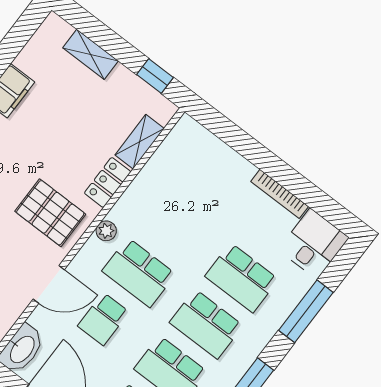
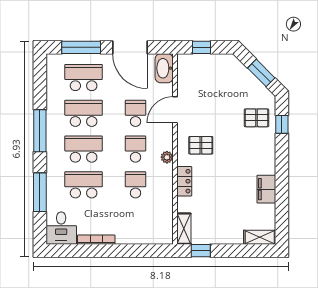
shelving: (91, 54) -> (260, 237), moved
shelving: (140, 142) -> (184, 229), moved
pallet: (50, 213) -> (201, 145), width x0.67, depth x0.71
school desk: (174, 226) -> (136, 185), added
school desk: (139, 273) -> (136, 149), width x0.54

